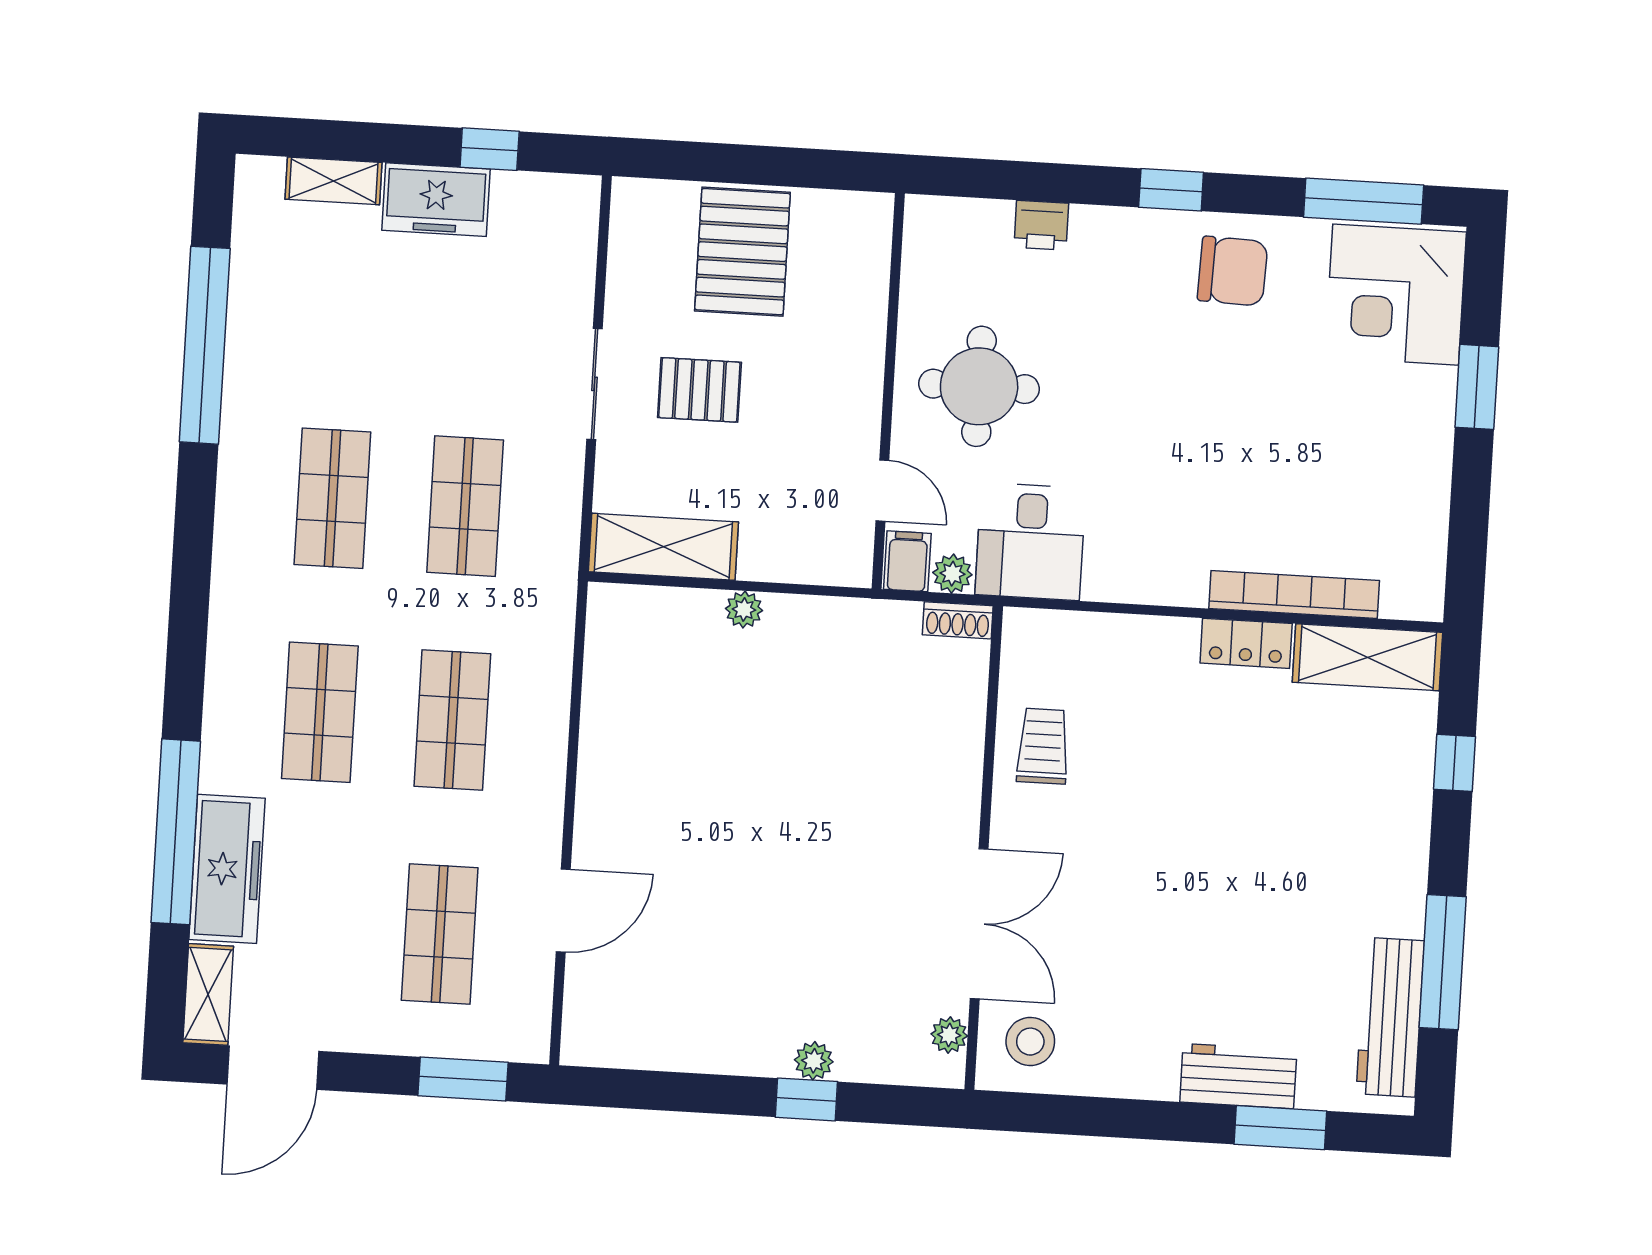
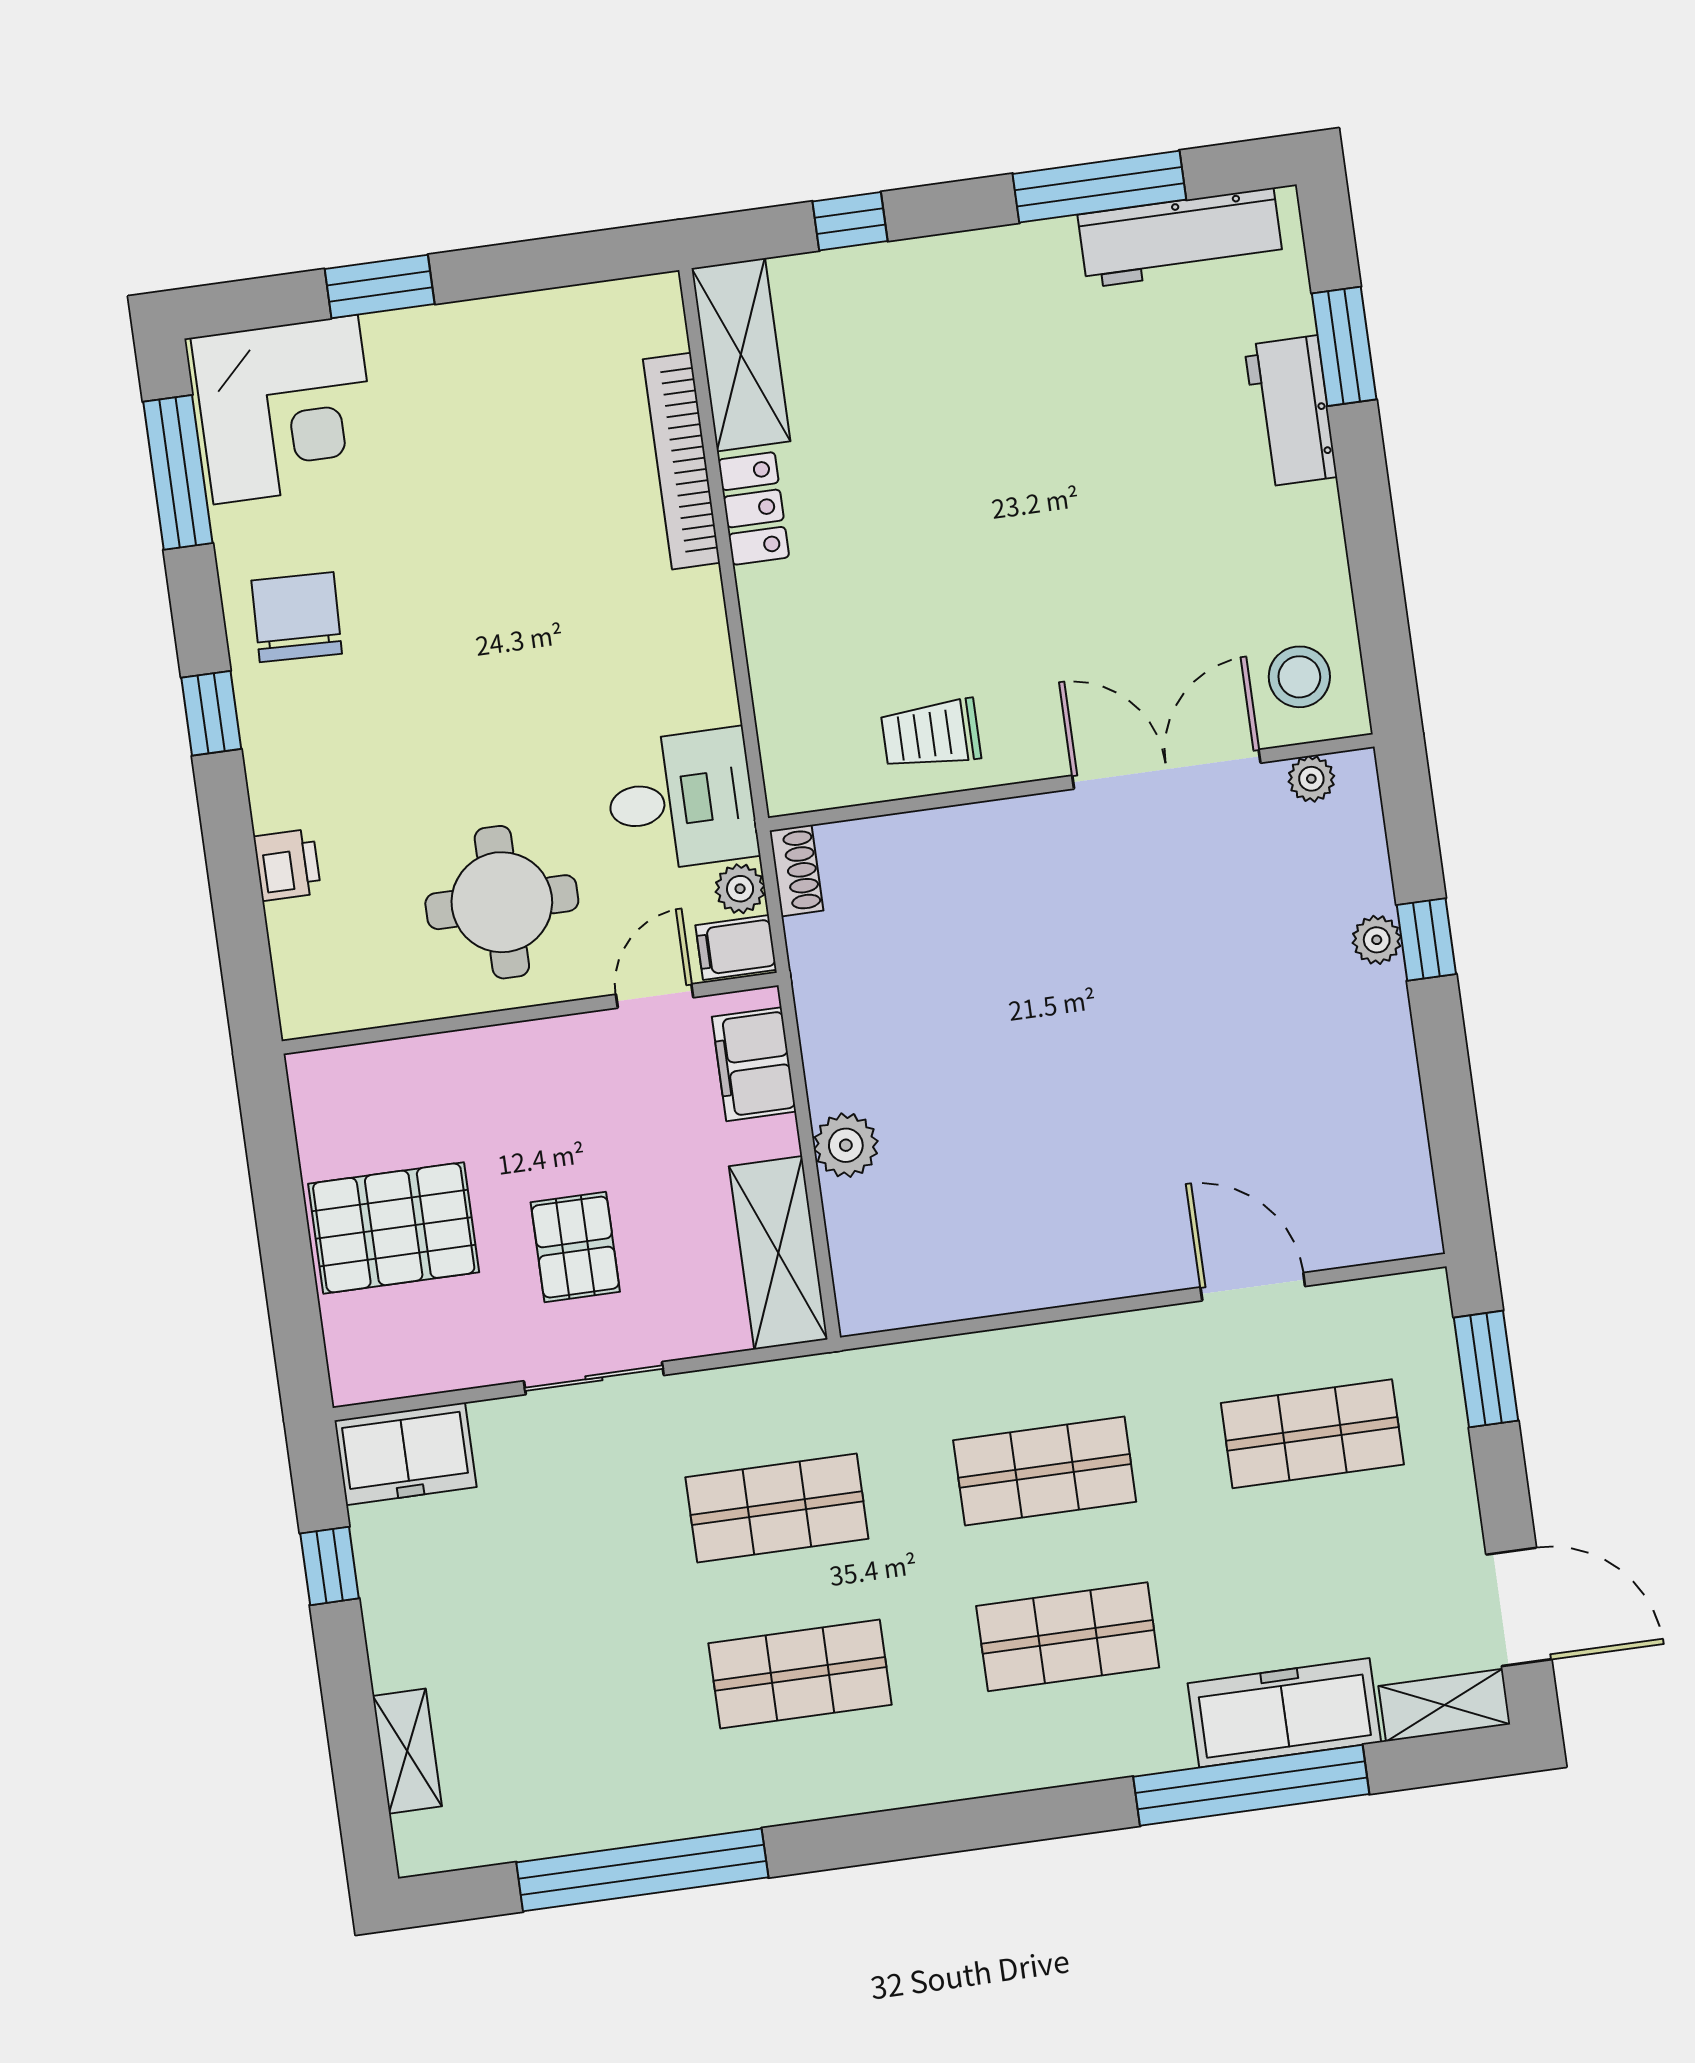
freezer: (436, 200) -> (405, 1454), moved, turned 90
filing cabinet: (814, 557) -> (754, 1064), added
plant: (744, 609) -> (846, 1145), width x1.38, depth x1.38

